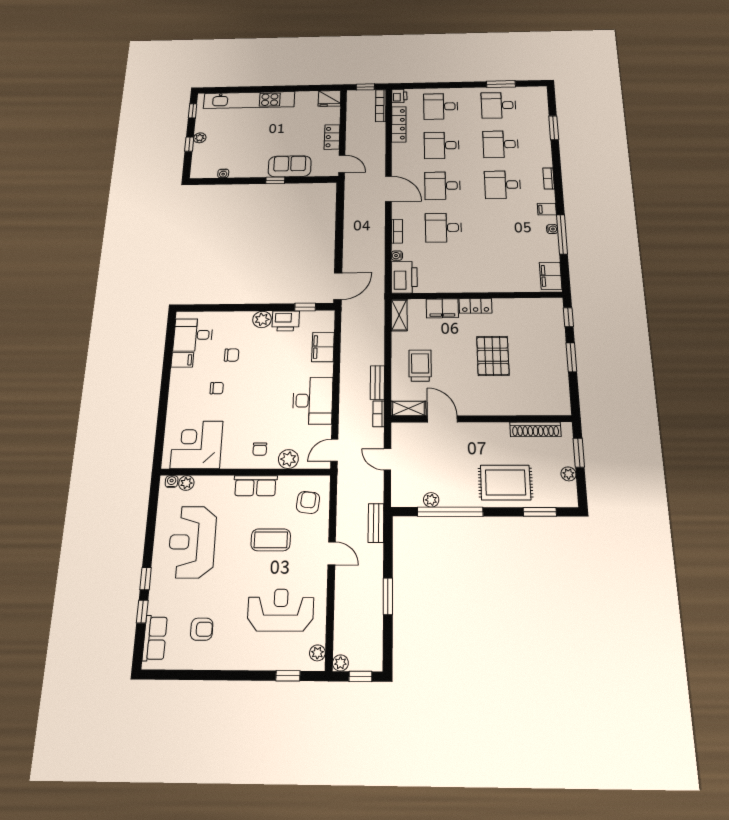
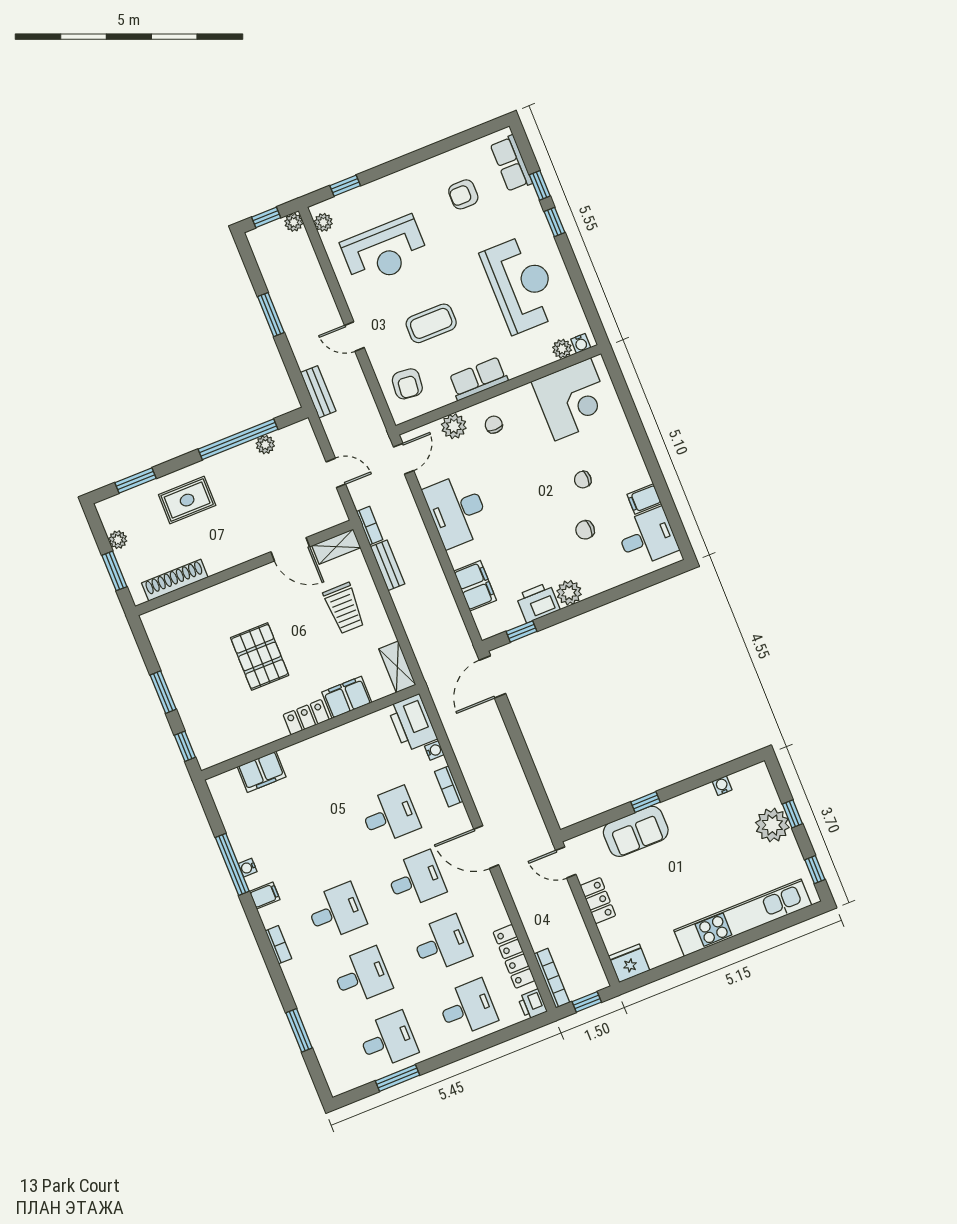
plant: (200, 138) -> (772, 825), width x1.88, depth x1.88
filing cabinet: (551, 276) -> (262, 772), moved, turned 90
rug: (505, 482) -> (187, 500), width x0.73, depth x0.70

